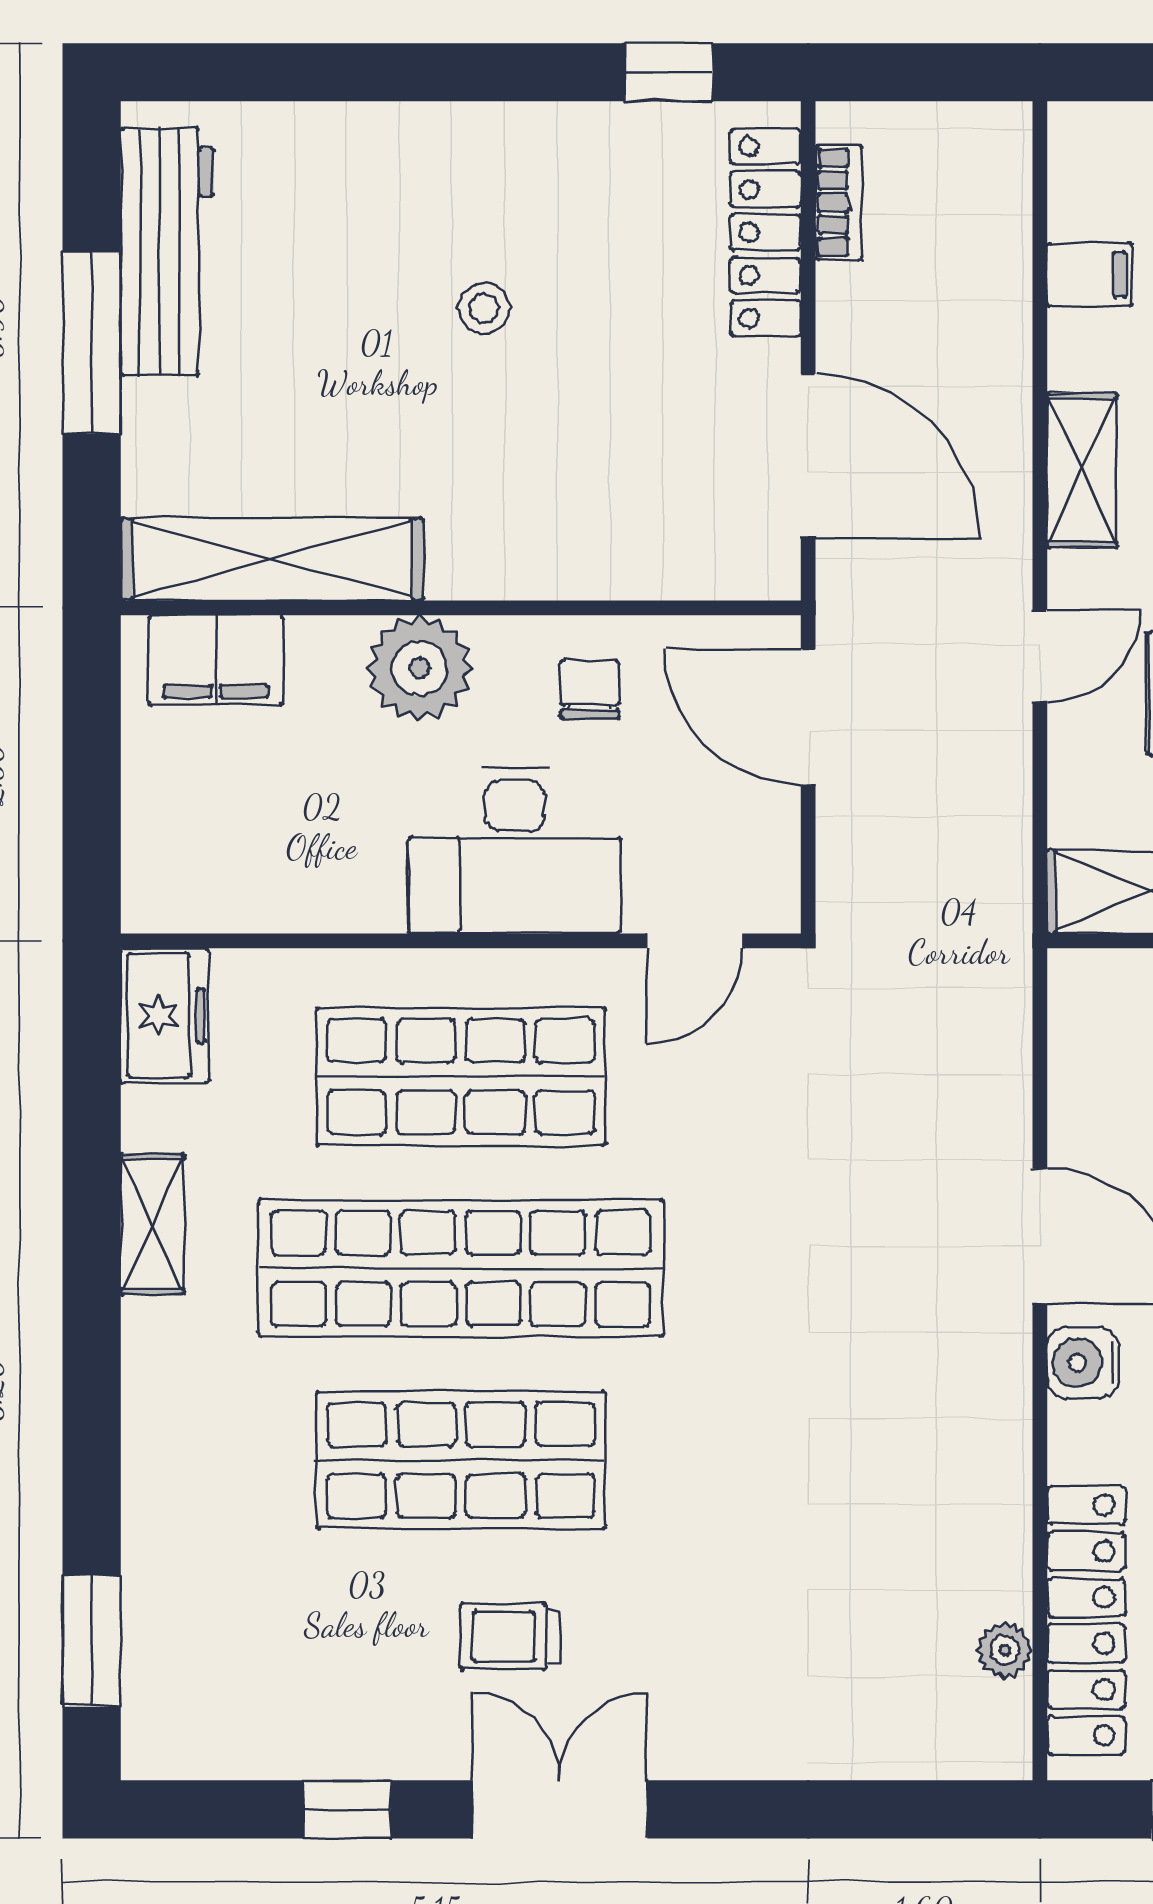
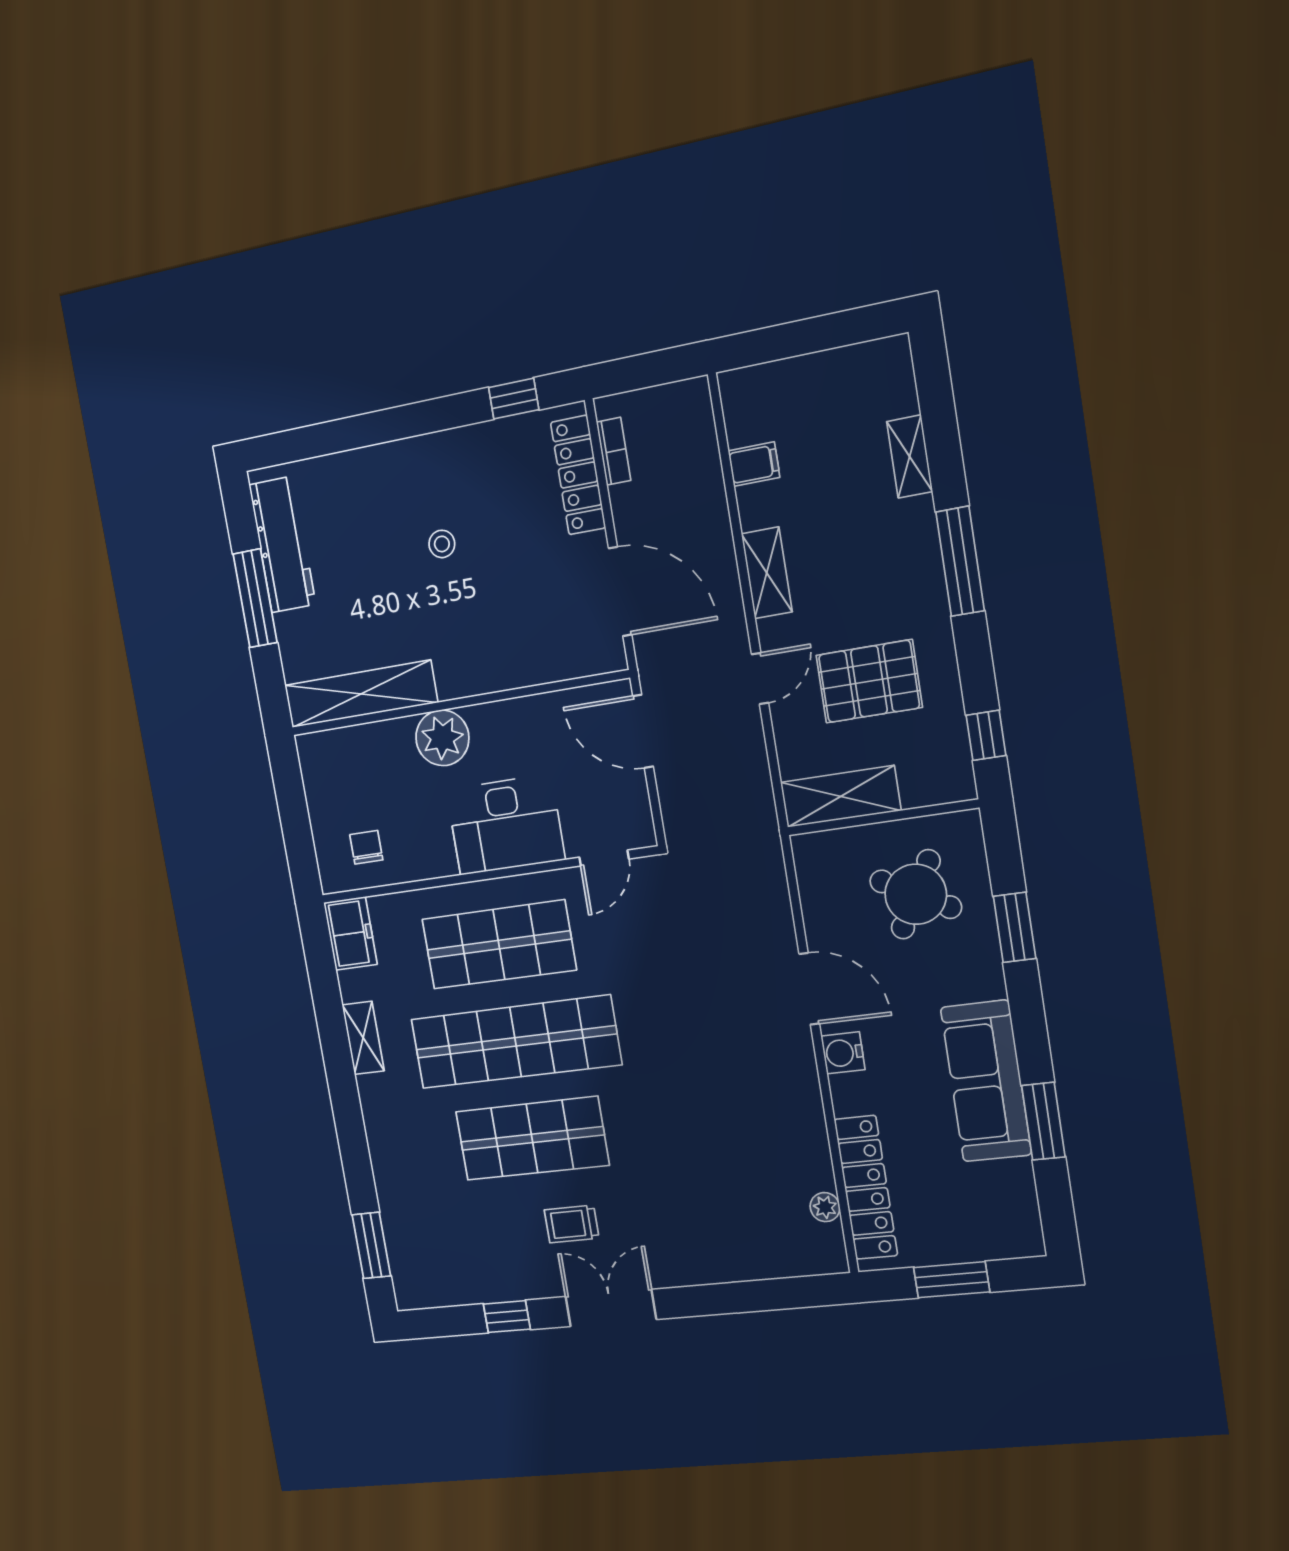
filing cabinet: (216, 660) -> (343, 750), removed
chair: (590, 690) -> (366, 847), moved

